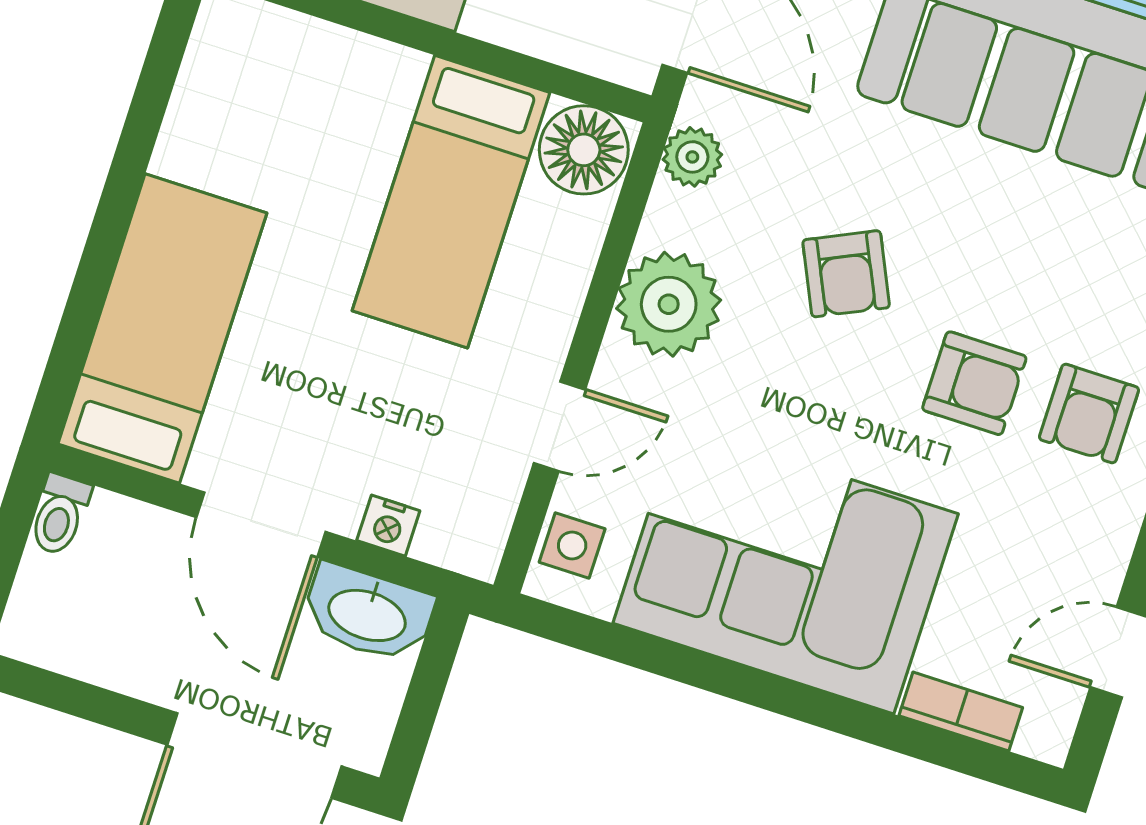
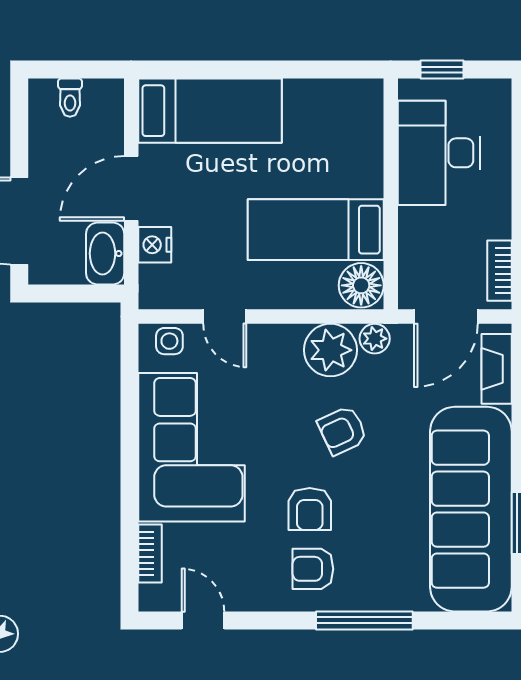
plant: (669, 304) -> (330, 350), moved
toilet: (60, 514) -> (70, 98), moved, turned -90
nightstand: (388, 526) -> (155, 245), width x1.39, depth x1.35

